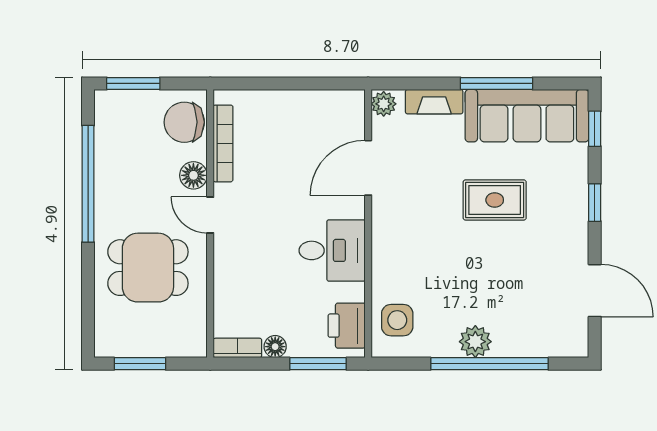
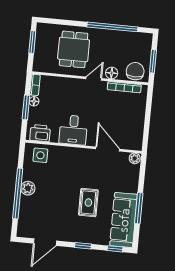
window: (133, 83) -> (153, 61), moved
fireplace: (434, 102) -> (134, 180), removed
window: (318, 364) -> (26, 107), moved

